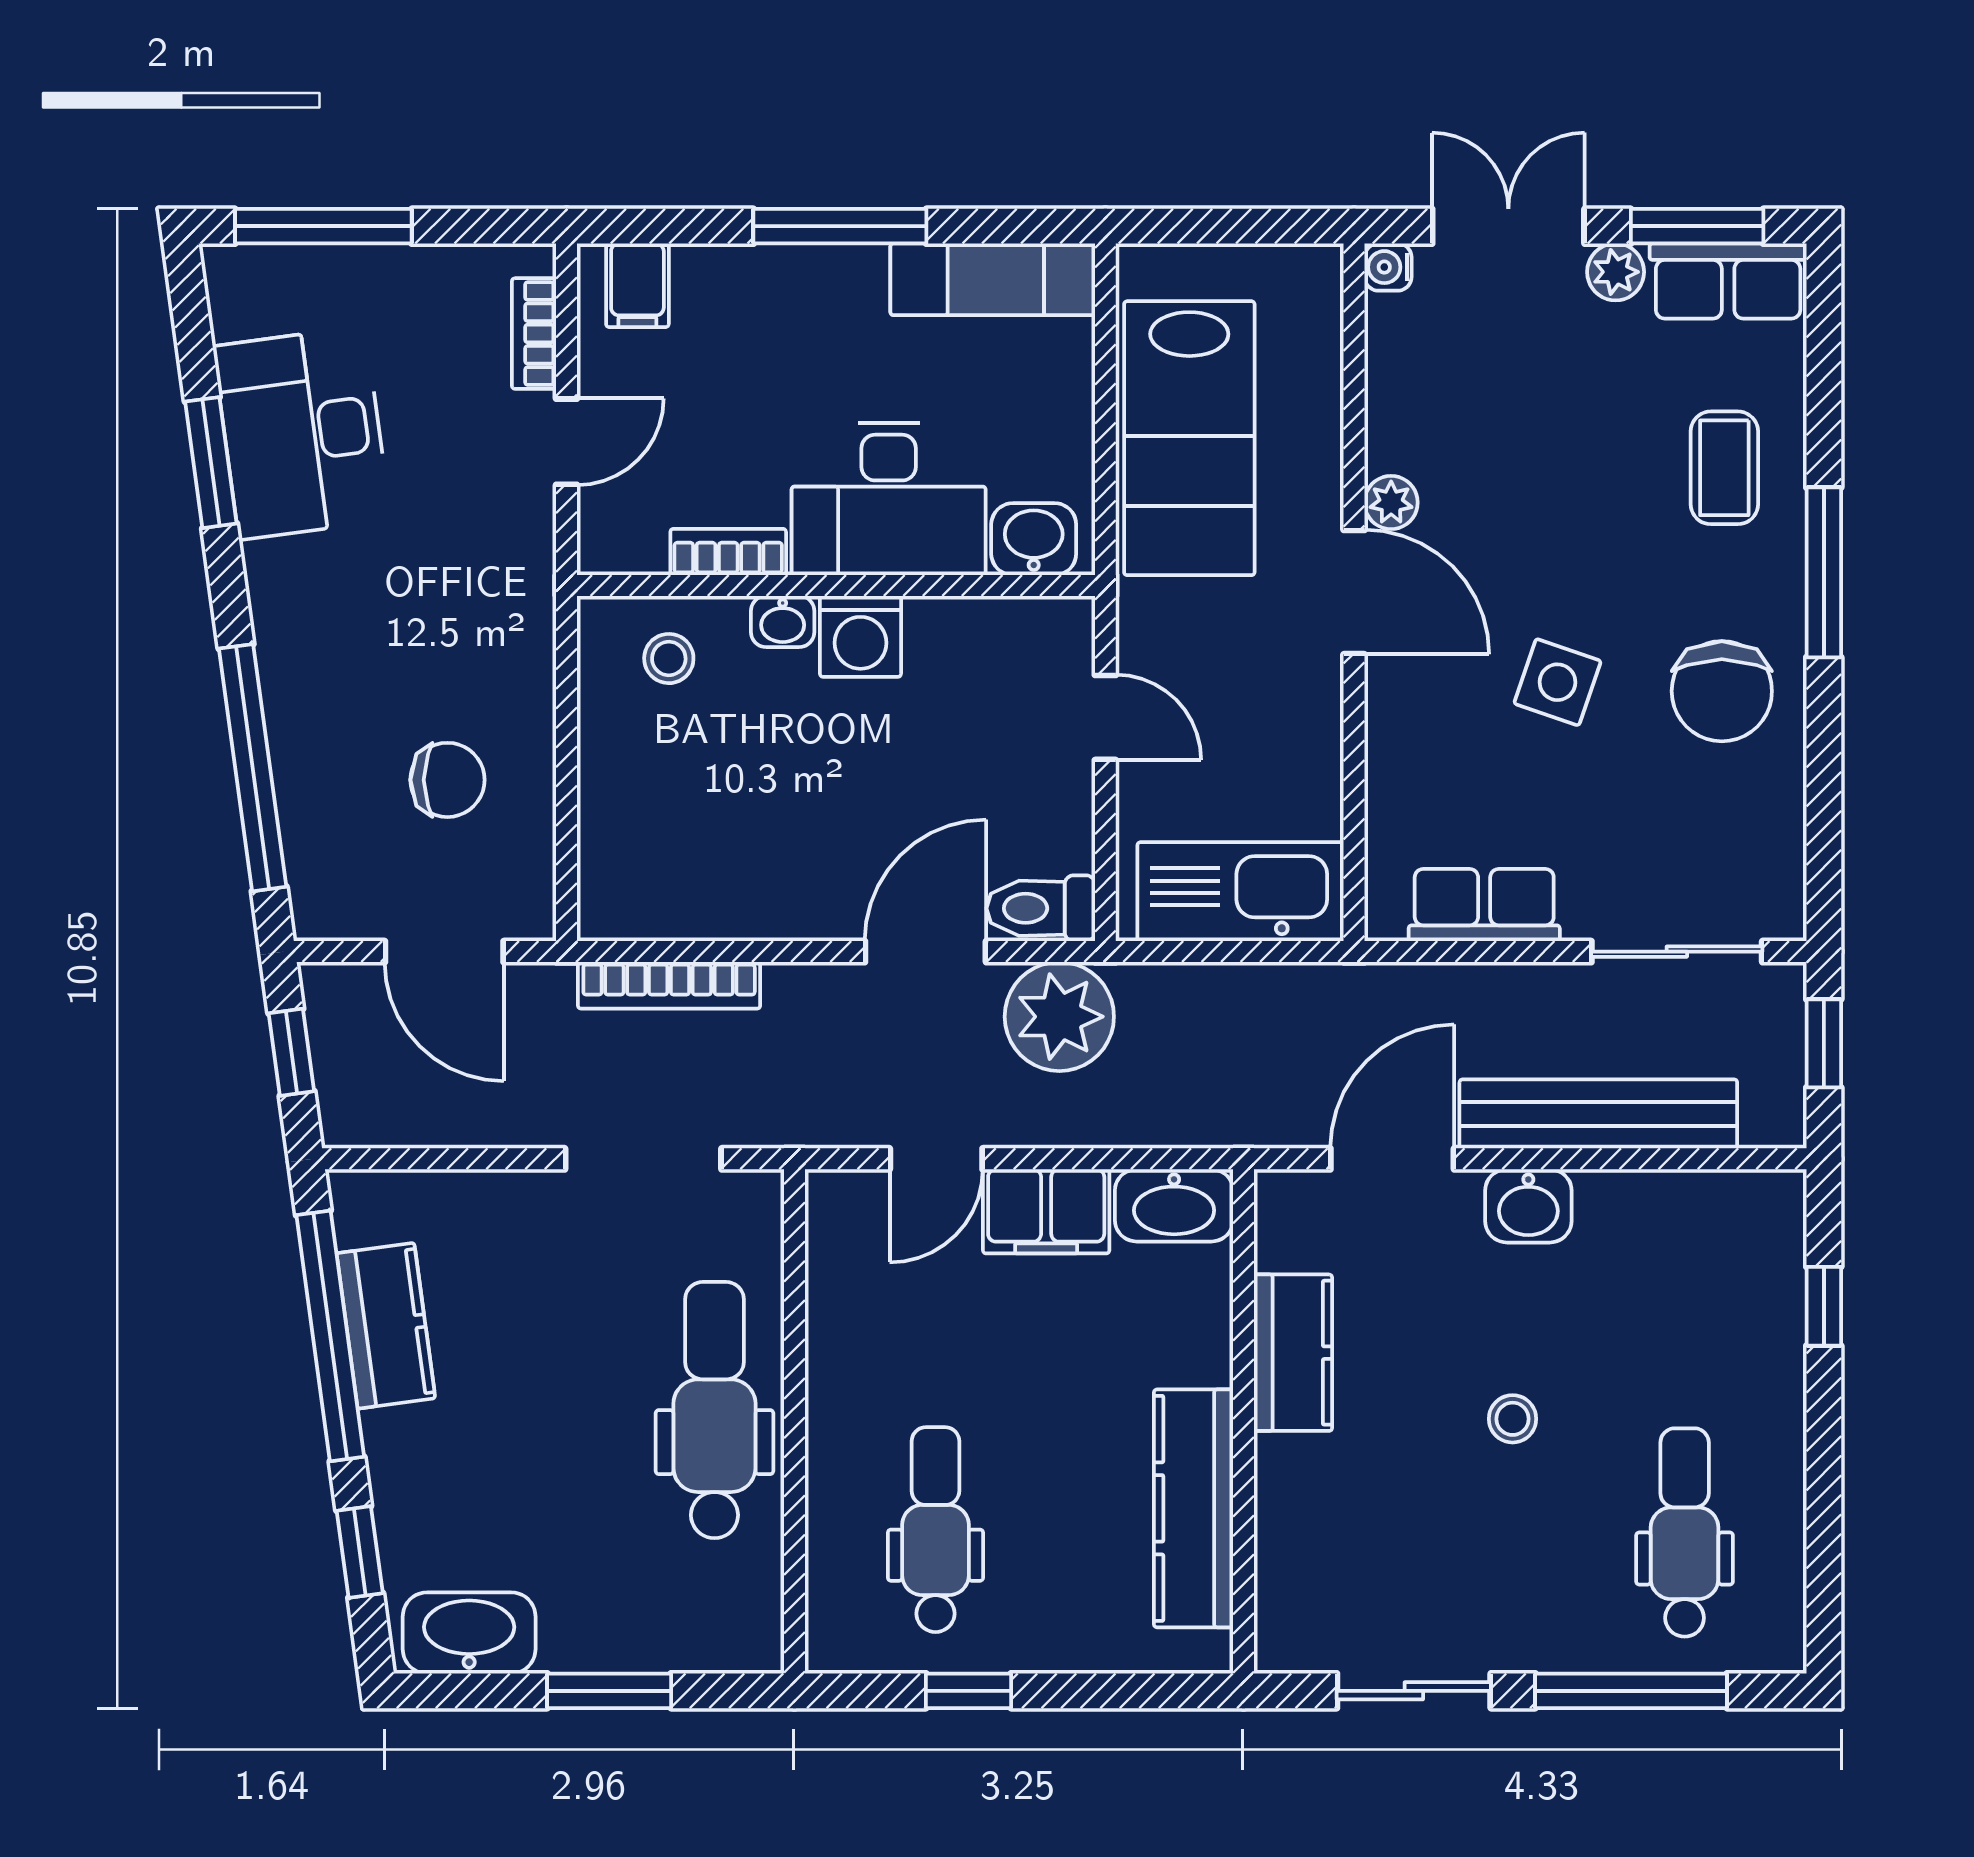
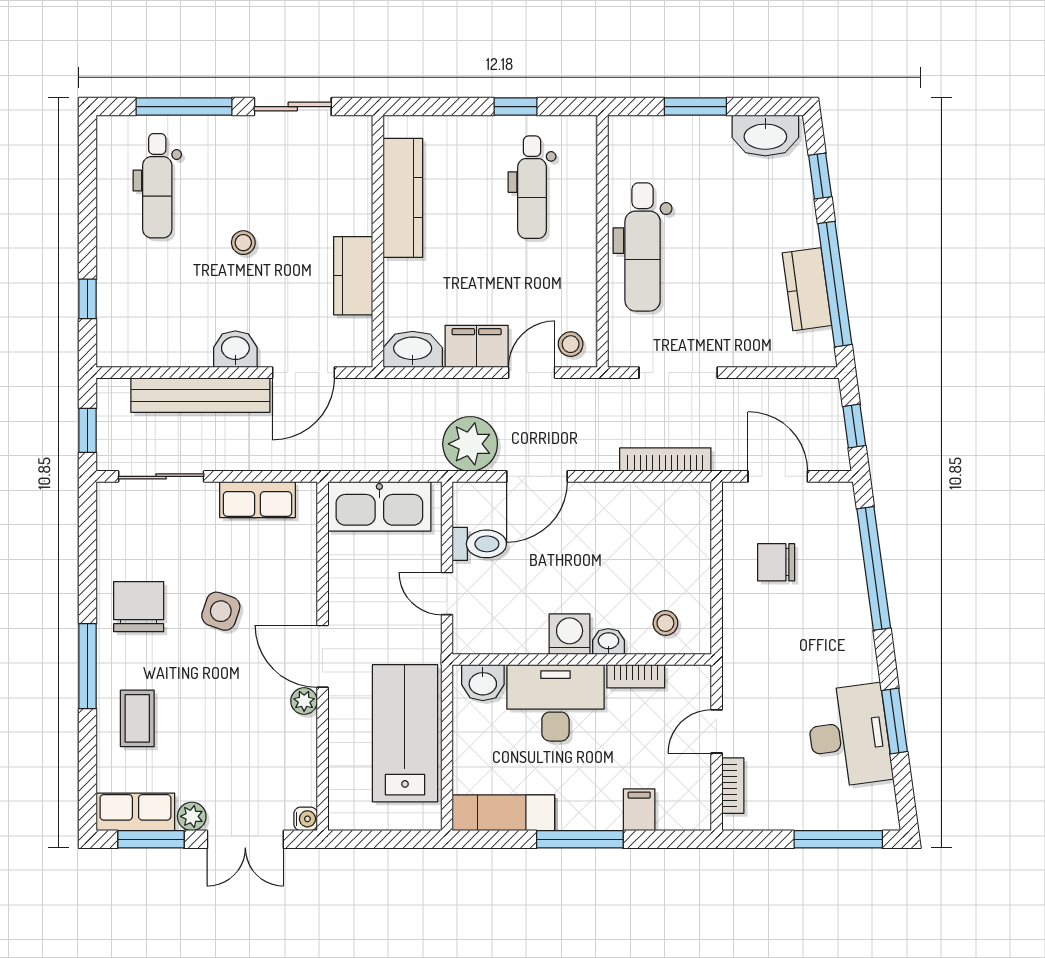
filing cabinet: (637, 285) -> (639, 810), moved
toilet: (1041, 908) -> (479, 544), moved
stool: (858, 1216) -> (571, 344), added

